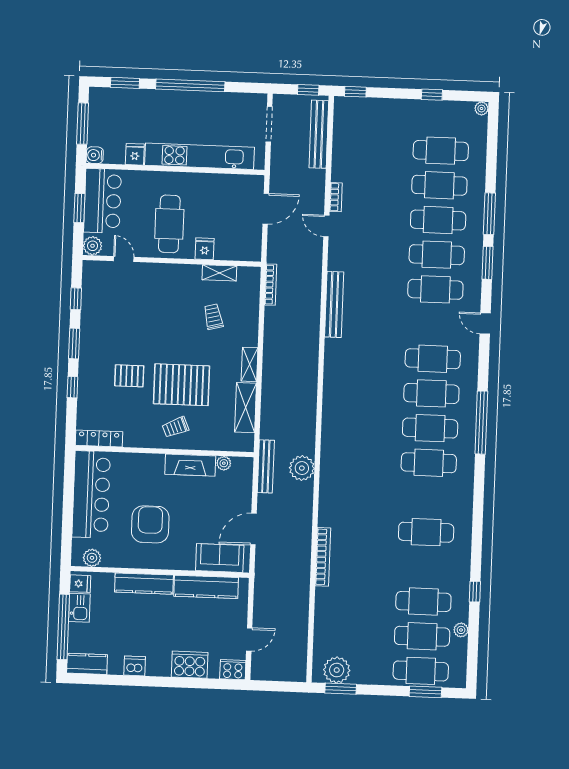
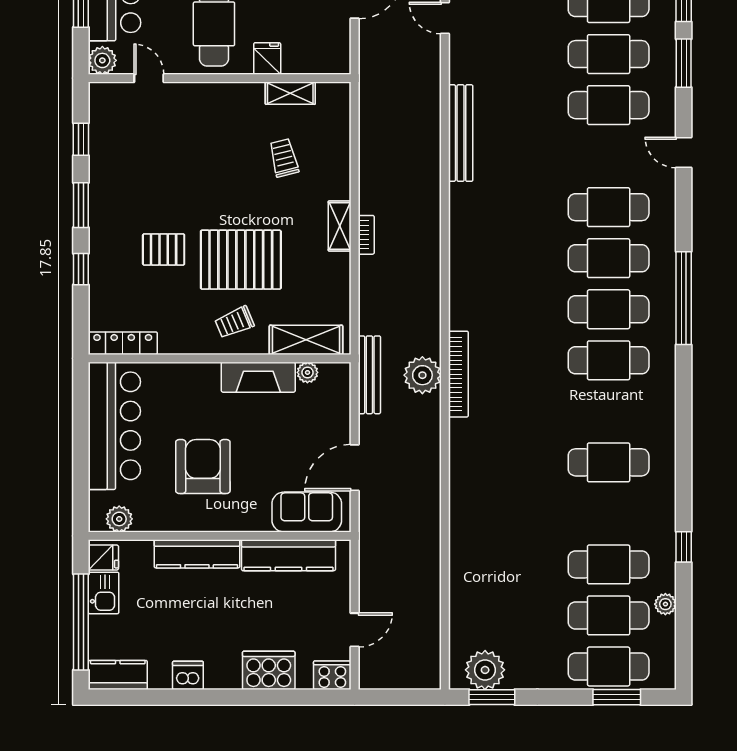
bookcase: (271, 285) -> (366, 235), moved, width x0.64
shelving: (246, 408) -> (306, 340), moved, turned 90
bookcase: (323, 557) -> (458, 374), moved

